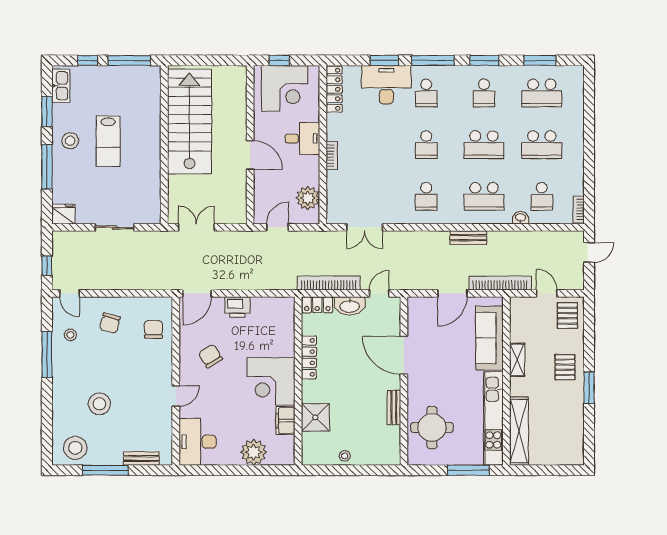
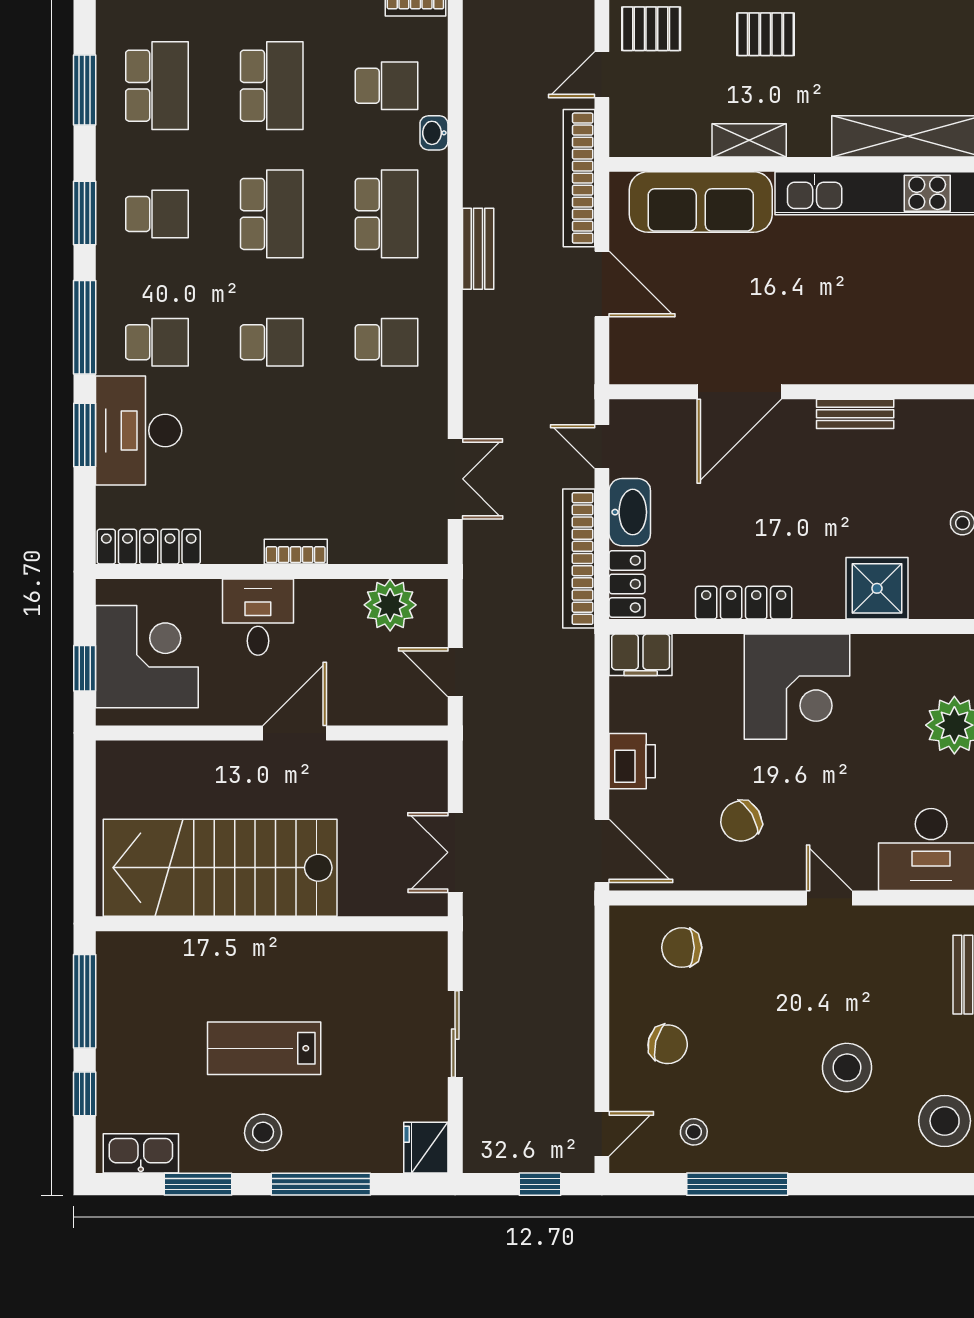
lab bench: (108, 141) -> (264, 1048), turned 180
filing cabinet: (285, 421) -> (641, 655), moved
round table: (432, 427) -> (899, 329), removed

